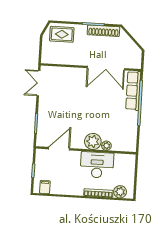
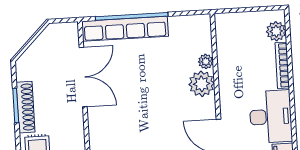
shoe rack: (103, 31) -> (25, 107), moved
row of seats: (133, 91) -> (125, 29), width x1.36
desk: (97, 165) -> (271, 117), moved, turned 180

